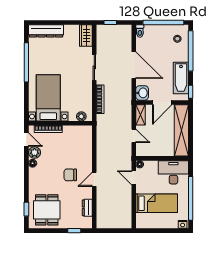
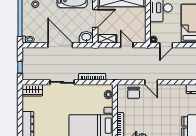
door: (134, 65) -> (60, 45), hinge flipped
door: (162, 102) -> (95, 18), hinge flipped
door: (134, 136) -> (127, 45), hinge flipped
chair: (70, 175) -> (134, 93), moved
door: (94, 179) -> (151, 82), moved

